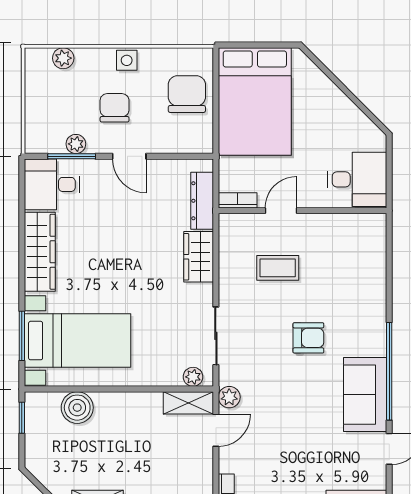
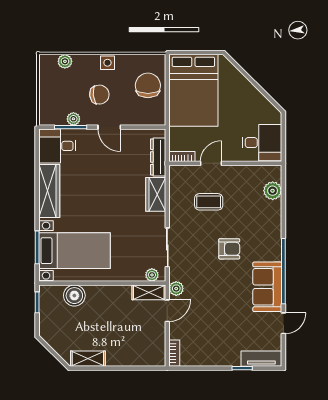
chair: (115, 108) -> (99, 95), turned 84
plant: (373, 251) -> (273, 191), added

